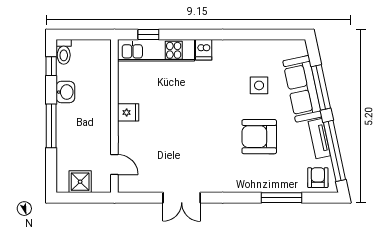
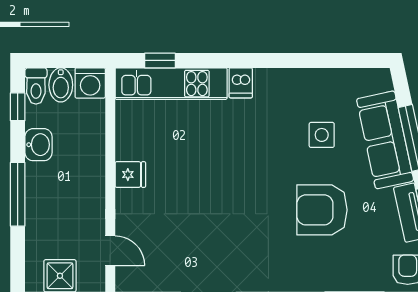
washing machine: (101, 50) -> (90, 83), added
bidet: (81, 51) -> (61, 85), added

